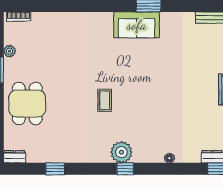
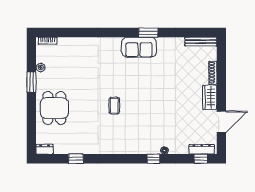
plant: (121, 152) -> (127, 146), removed
window: (125, 169) -> (153, 159), moved

